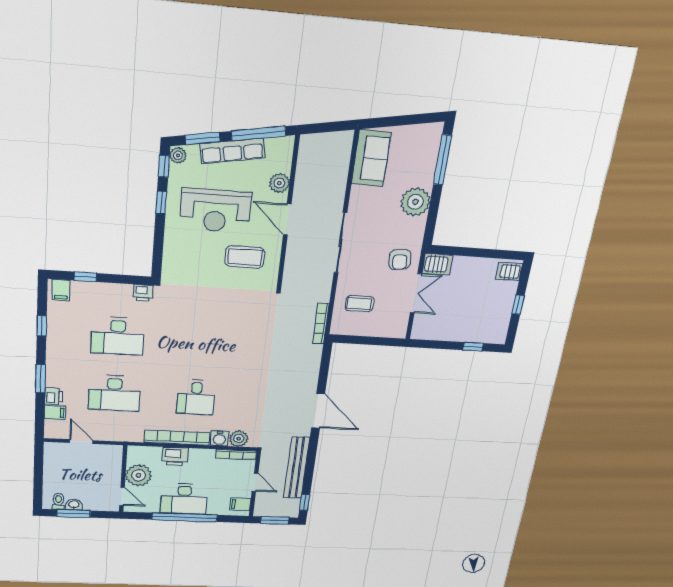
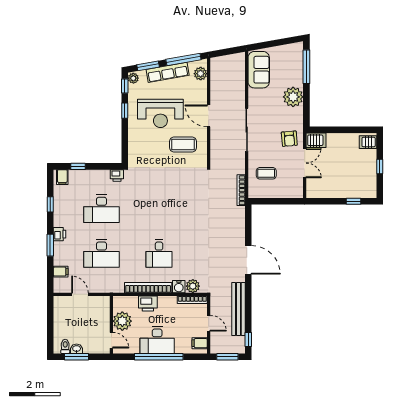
plant: (279, 183) -> (201, 74), moved
printer: (54, 396) -> (59, 234), moved

